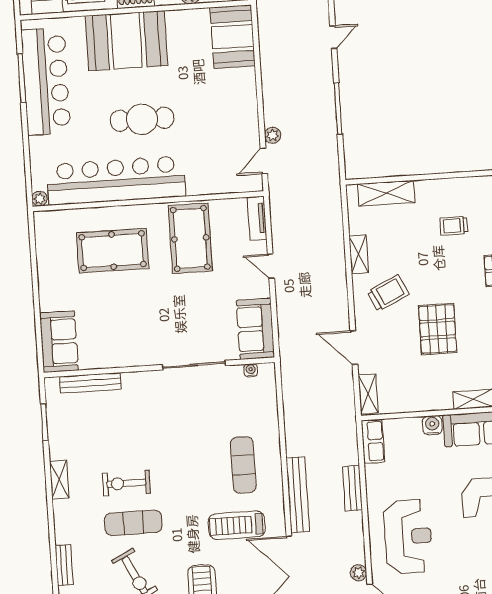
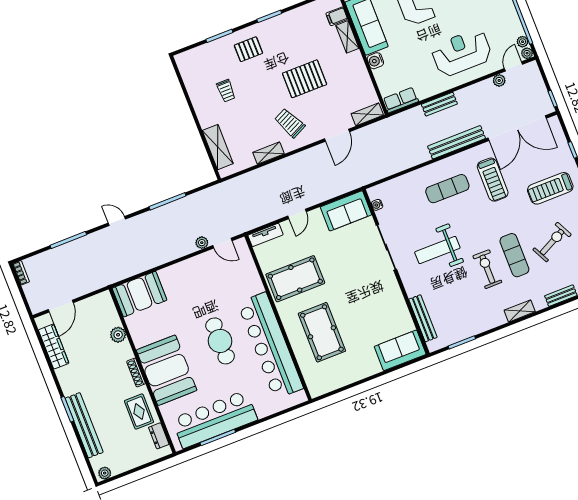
plant: (40, 199) -> (301, 397), removed
weight bench: (170, 428) -> (437, 250), added
shelving: (59, 480) -> (520, 311), moved
exercise bike: (126, 483) -> (487, 269), turned 180

